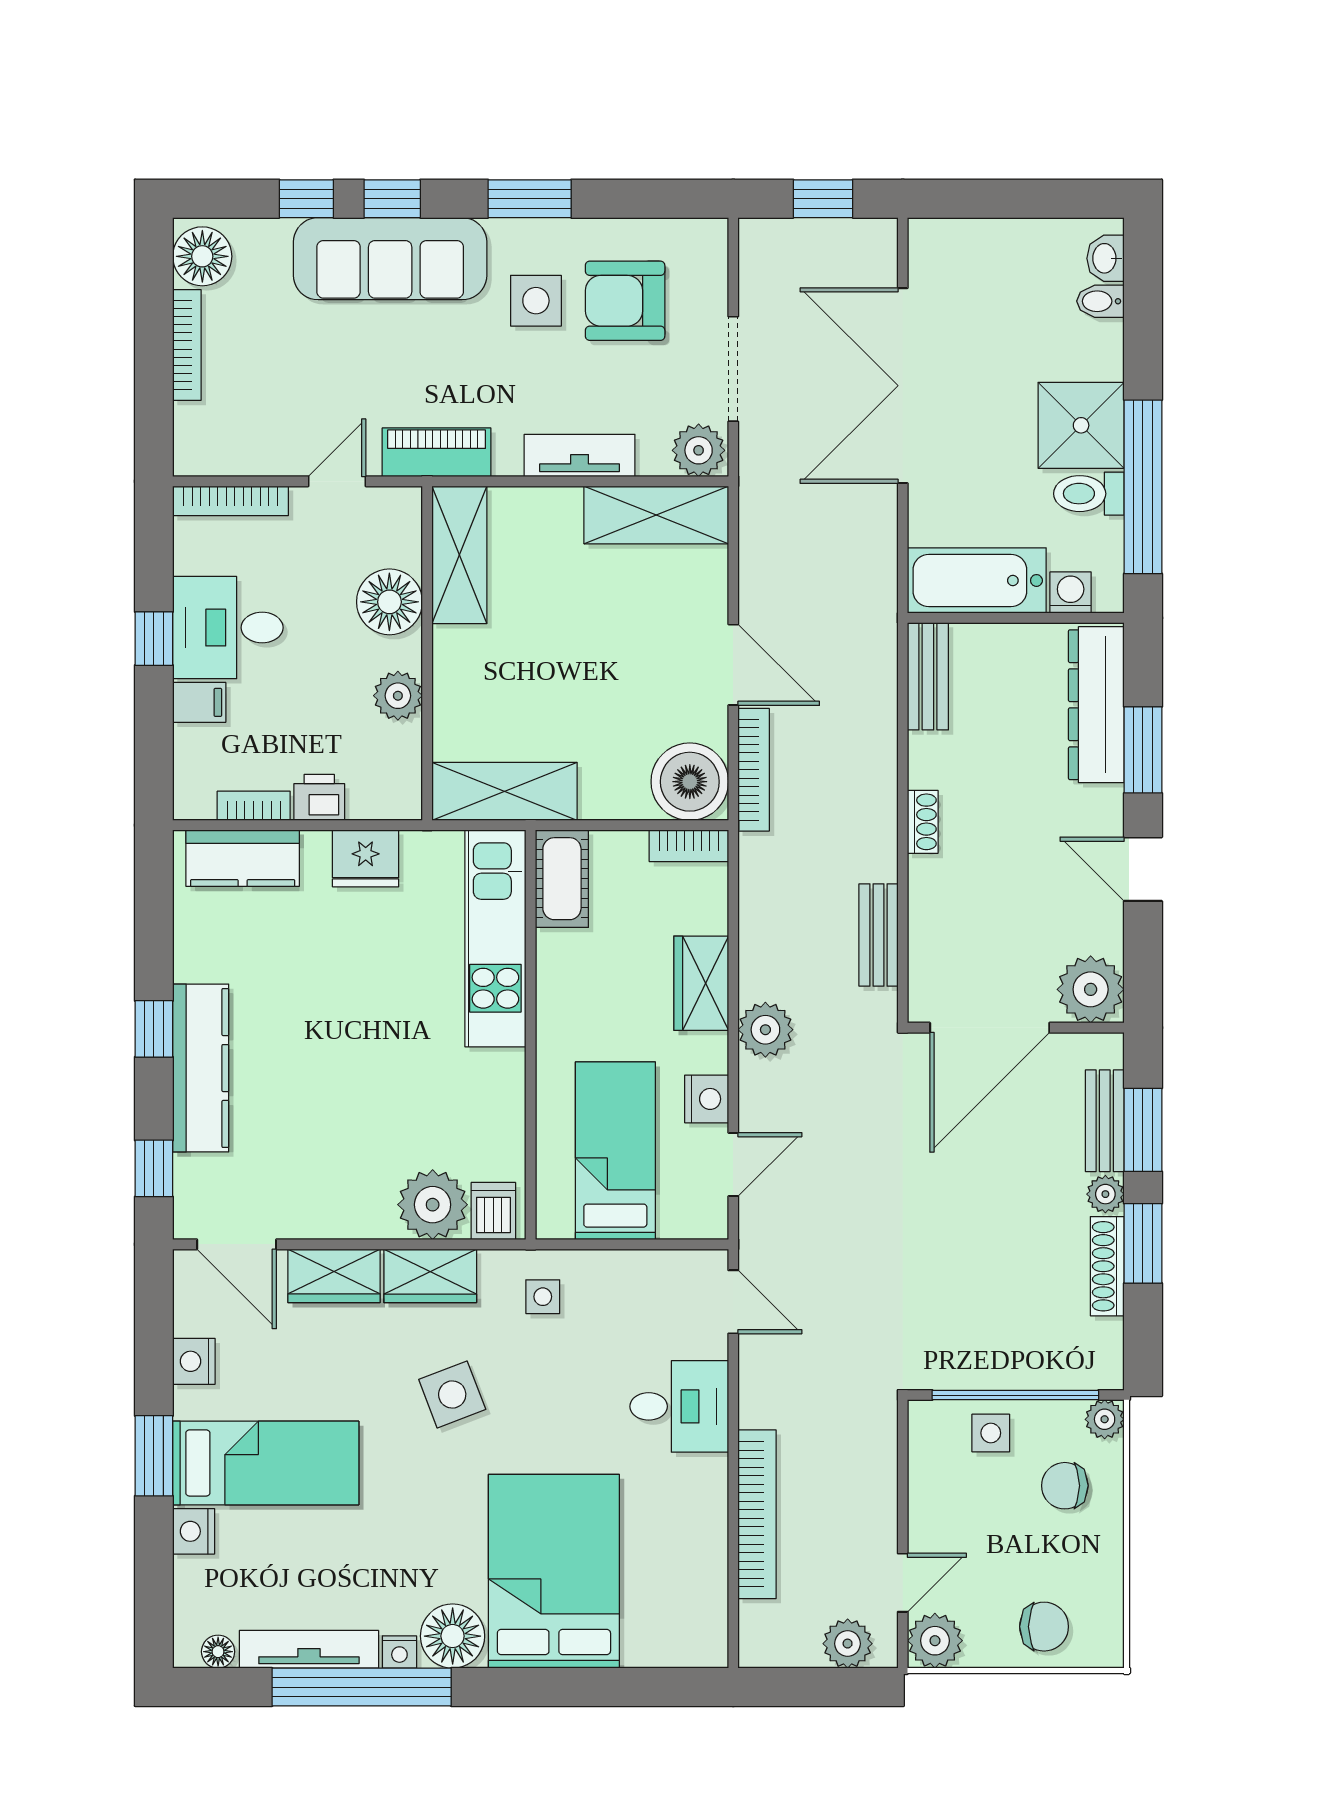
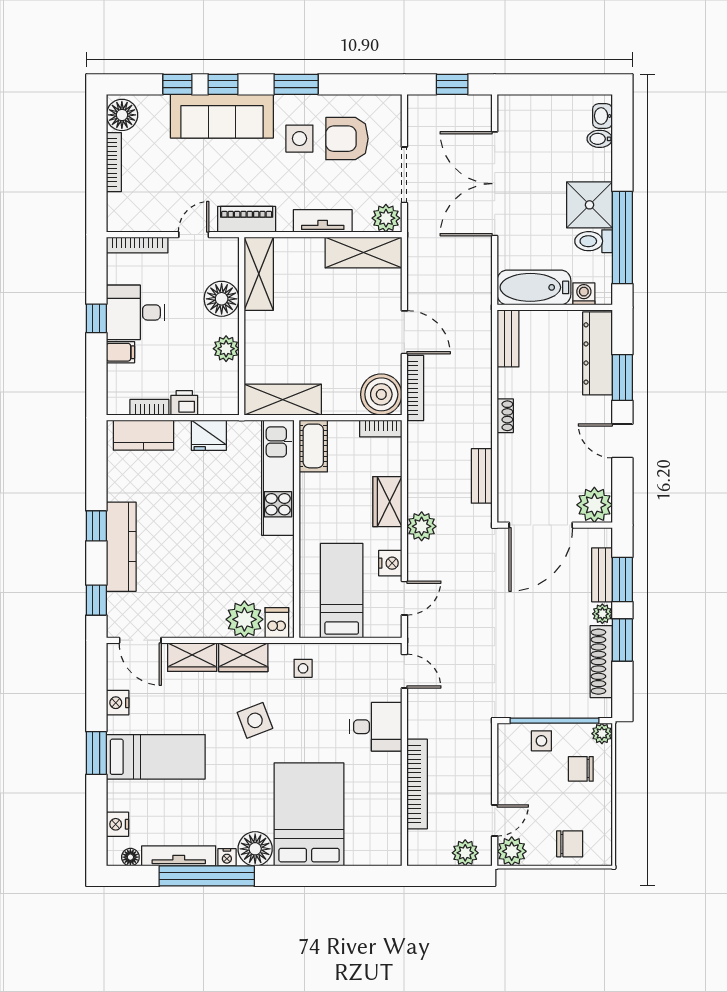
shoe rack: (1107, 1266) -> (601, 662), width x1.36, depth x1.24
nightstand: (194, 1531) -> (117, 824), moved

